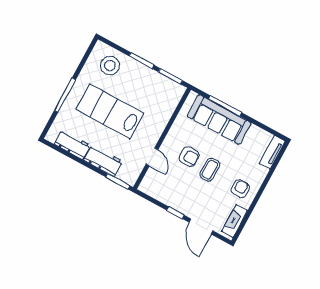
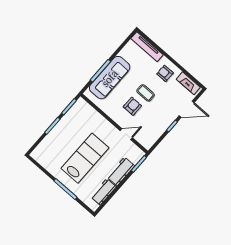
stool: (110, 66) -> (51, 150), removed
lab bench: (110, 111) -> (85, 158), turned 180
tv unit: (272, 152) -> (147, 47), width x1.41

